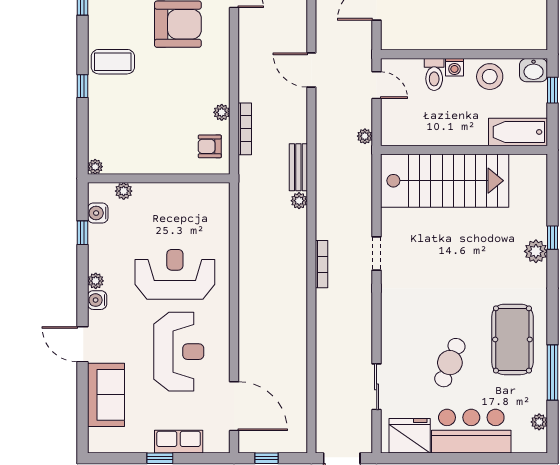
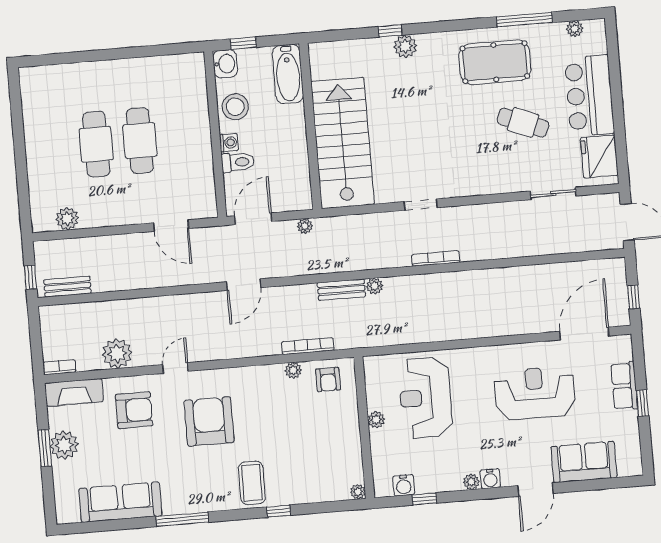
door: (377, 85) -> (253, 219), width x1.38
plant: (124, 191) -> (376, 420), moved
reception desk: (175, 274) -> (425, 398), moved

